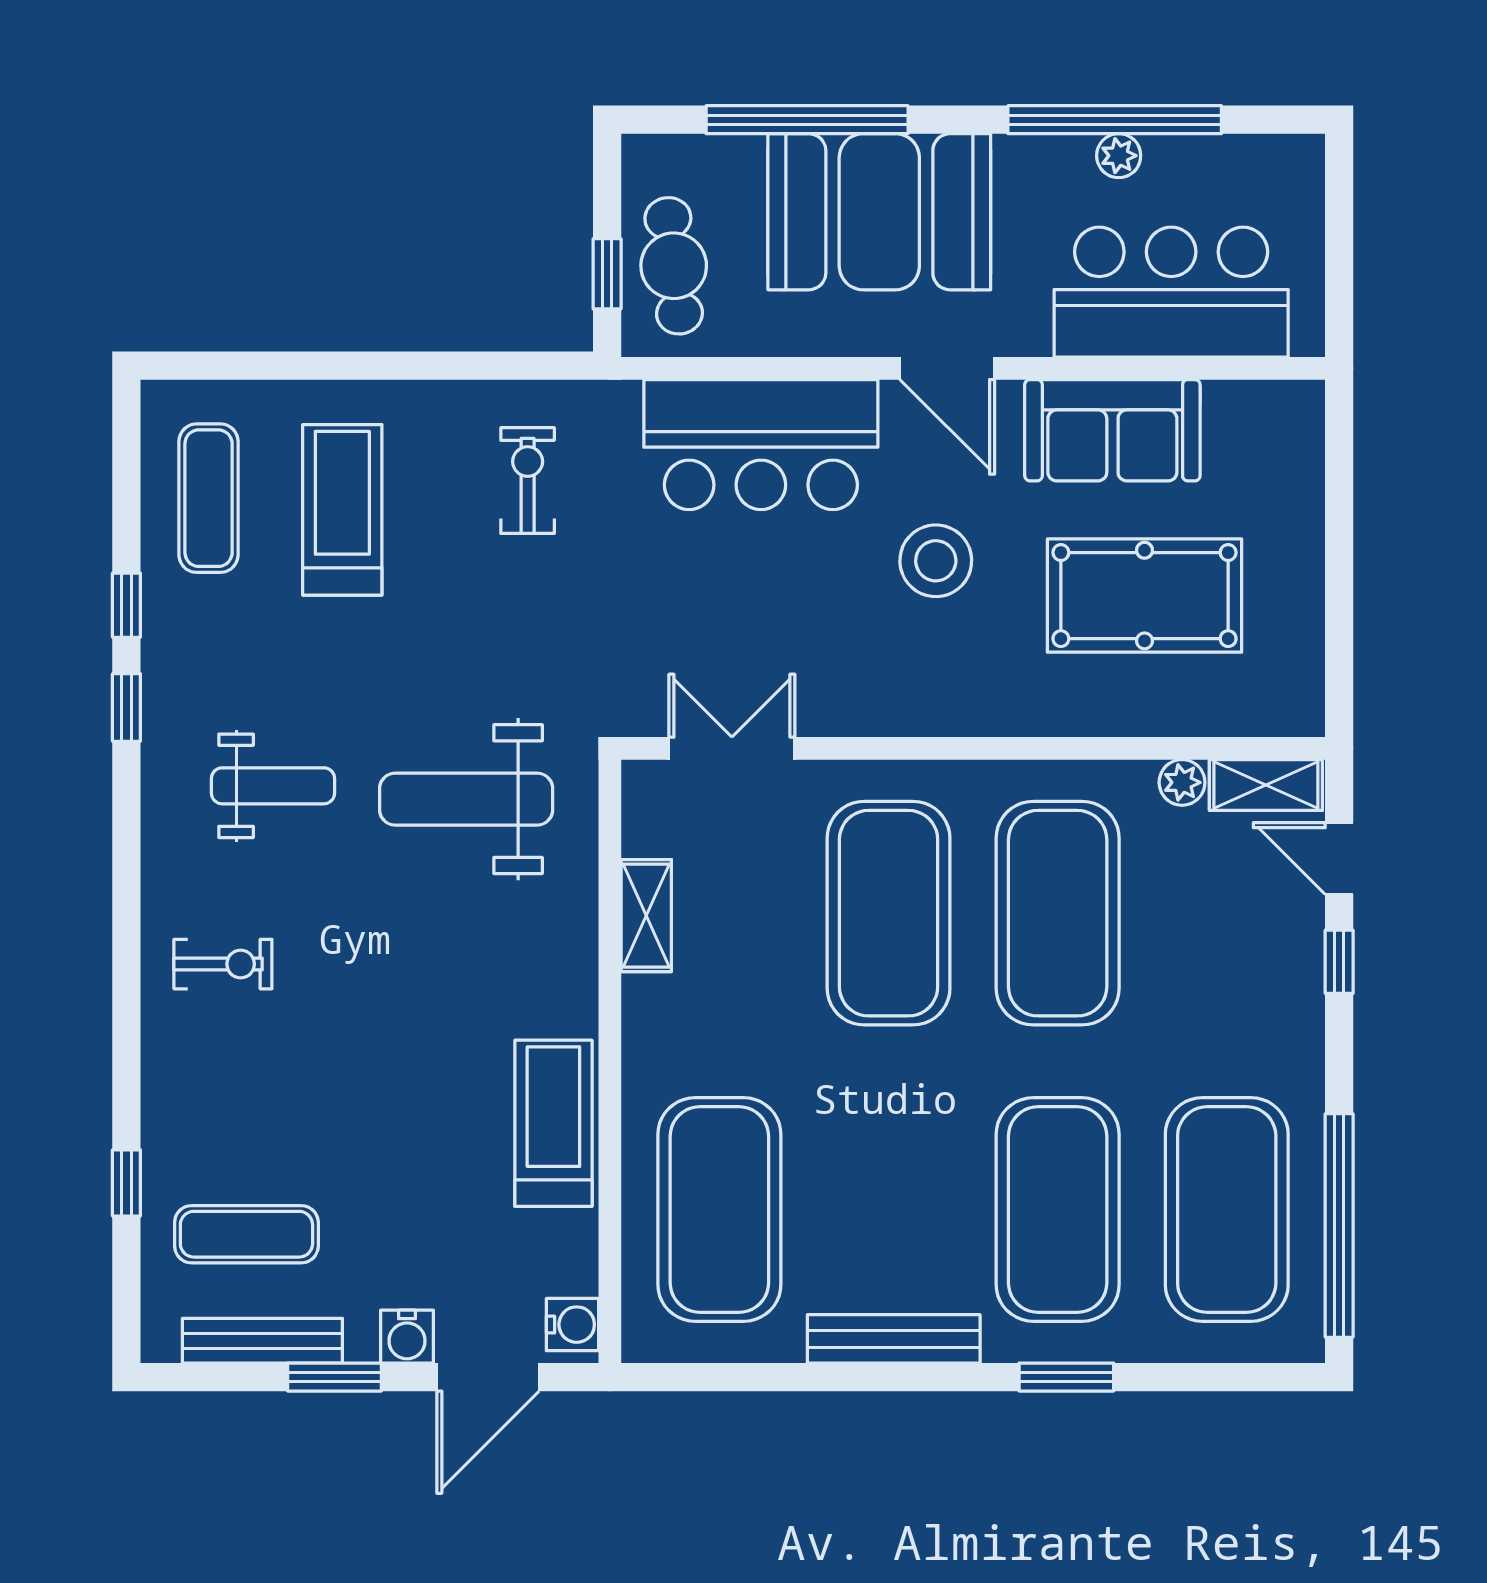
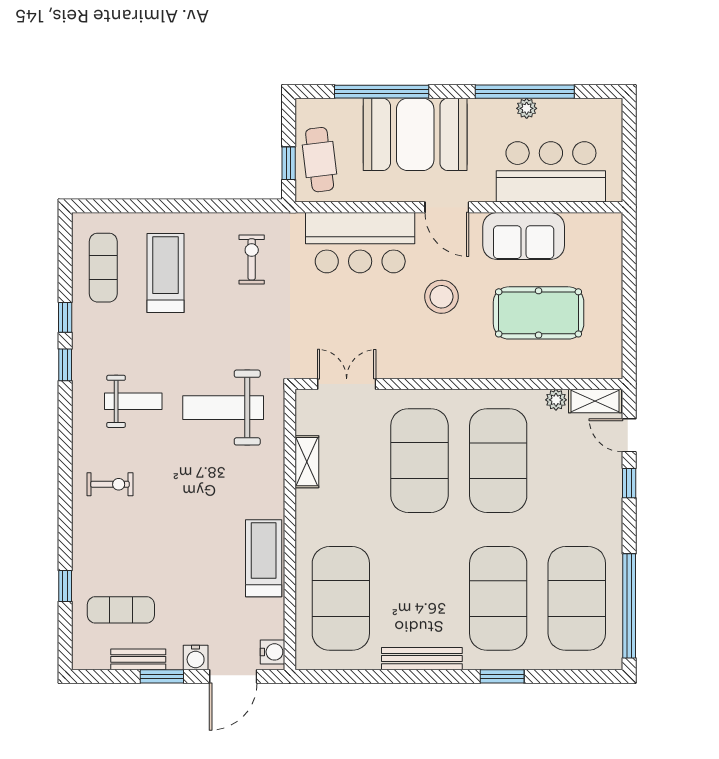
bench: (262, 1341) -> (138, 659), width x0.73

